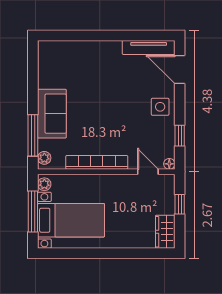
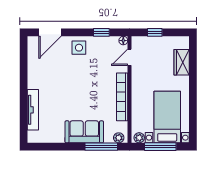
tv unit: (149, 47) -> (33, 110), moved
wardrobe: (165, 232) -> (182, 62), moved, turned 90

